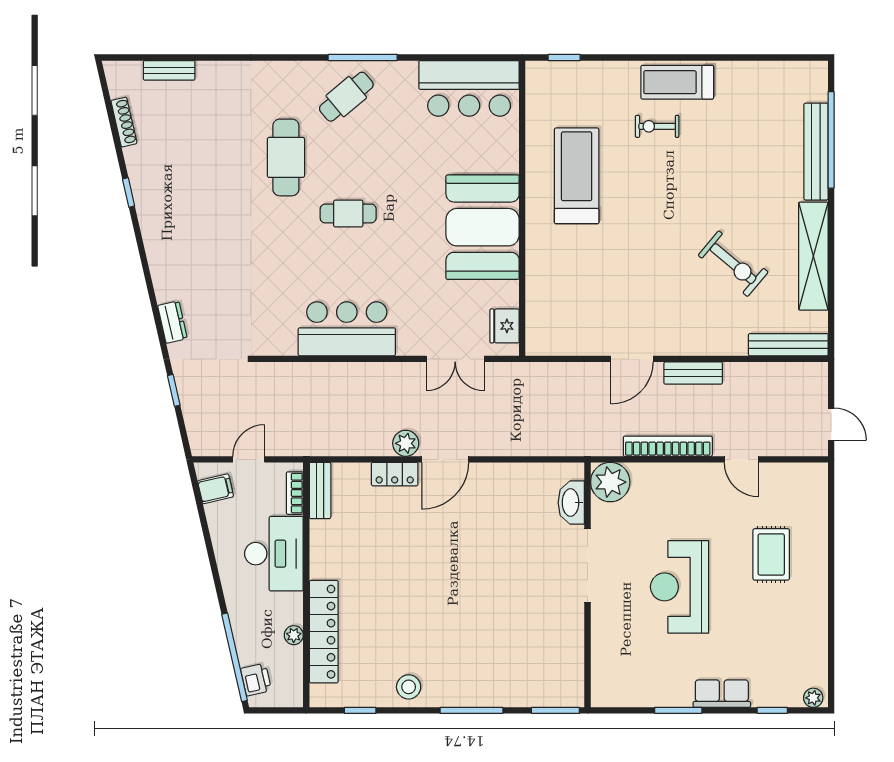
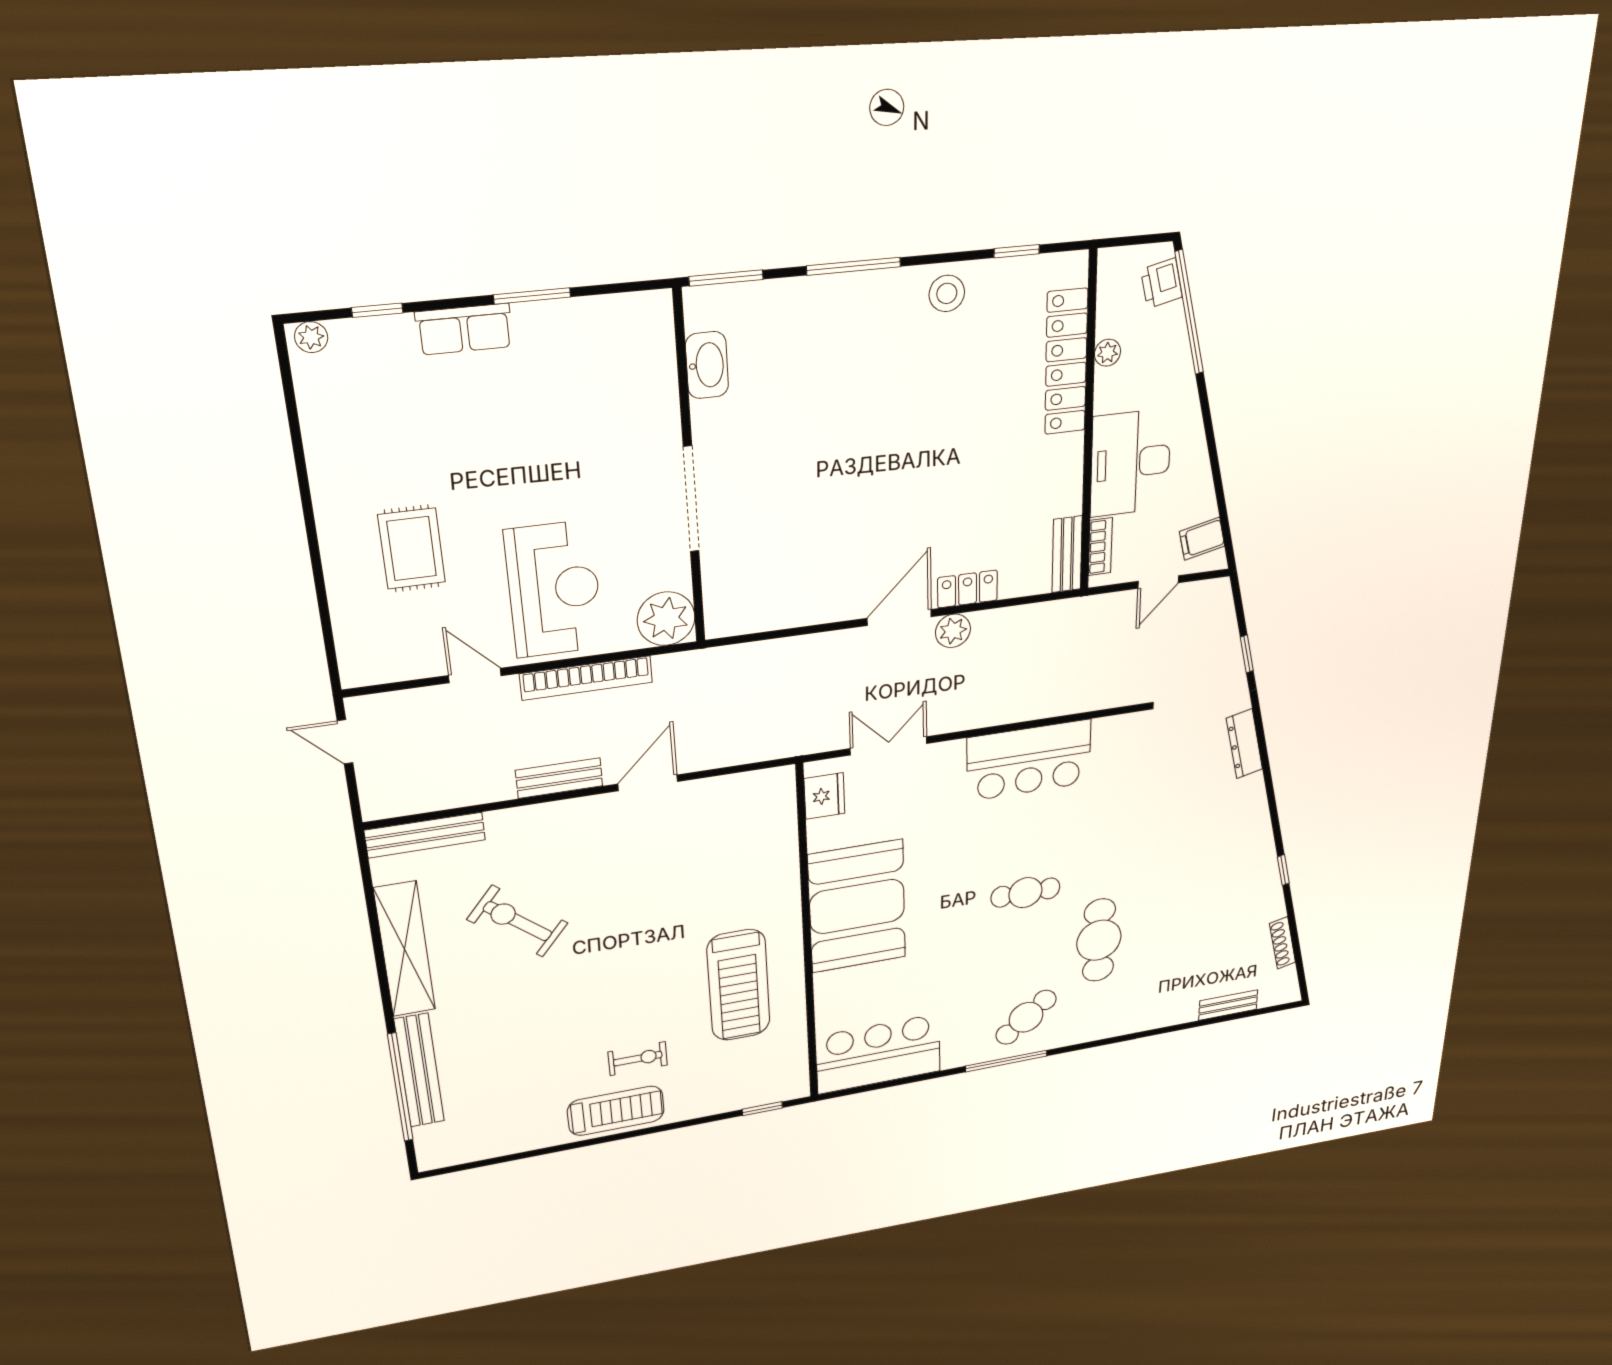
dresser: (172, 322) -> (1244, 744), width x1.44
washbasin: (571, 503) -> (707, 365), moved
reception desk: (680, 587) -> (554, 589), moved

